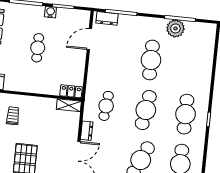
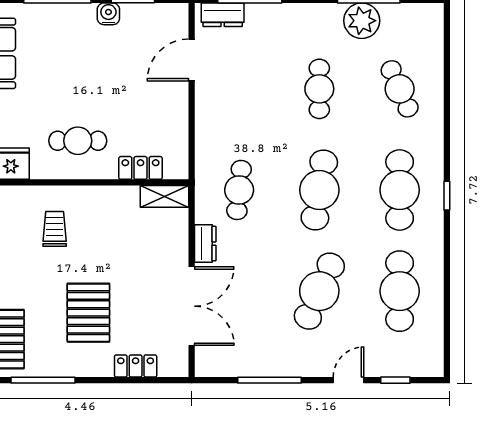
cafe table: (38, 48) -> (78, 141), moved, turned 90
cafe table: (151, 60) -> (319, 89), width x0.73, depth x0.74
cafe table: (191, 64) -> (400, 89), added
locker: (71, 91) -> (141, 168), moved

